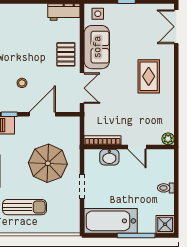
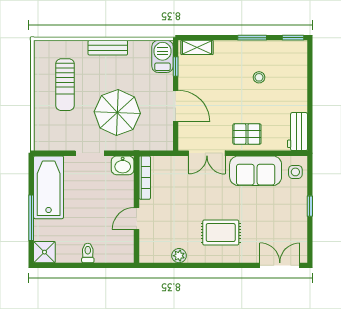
stool: (22, 83) -> (259, 77), moved
plant: (168, 139) -> (179, 256), moved
washbasin: (109, 157) -> (123, 165), moved, turned -90

